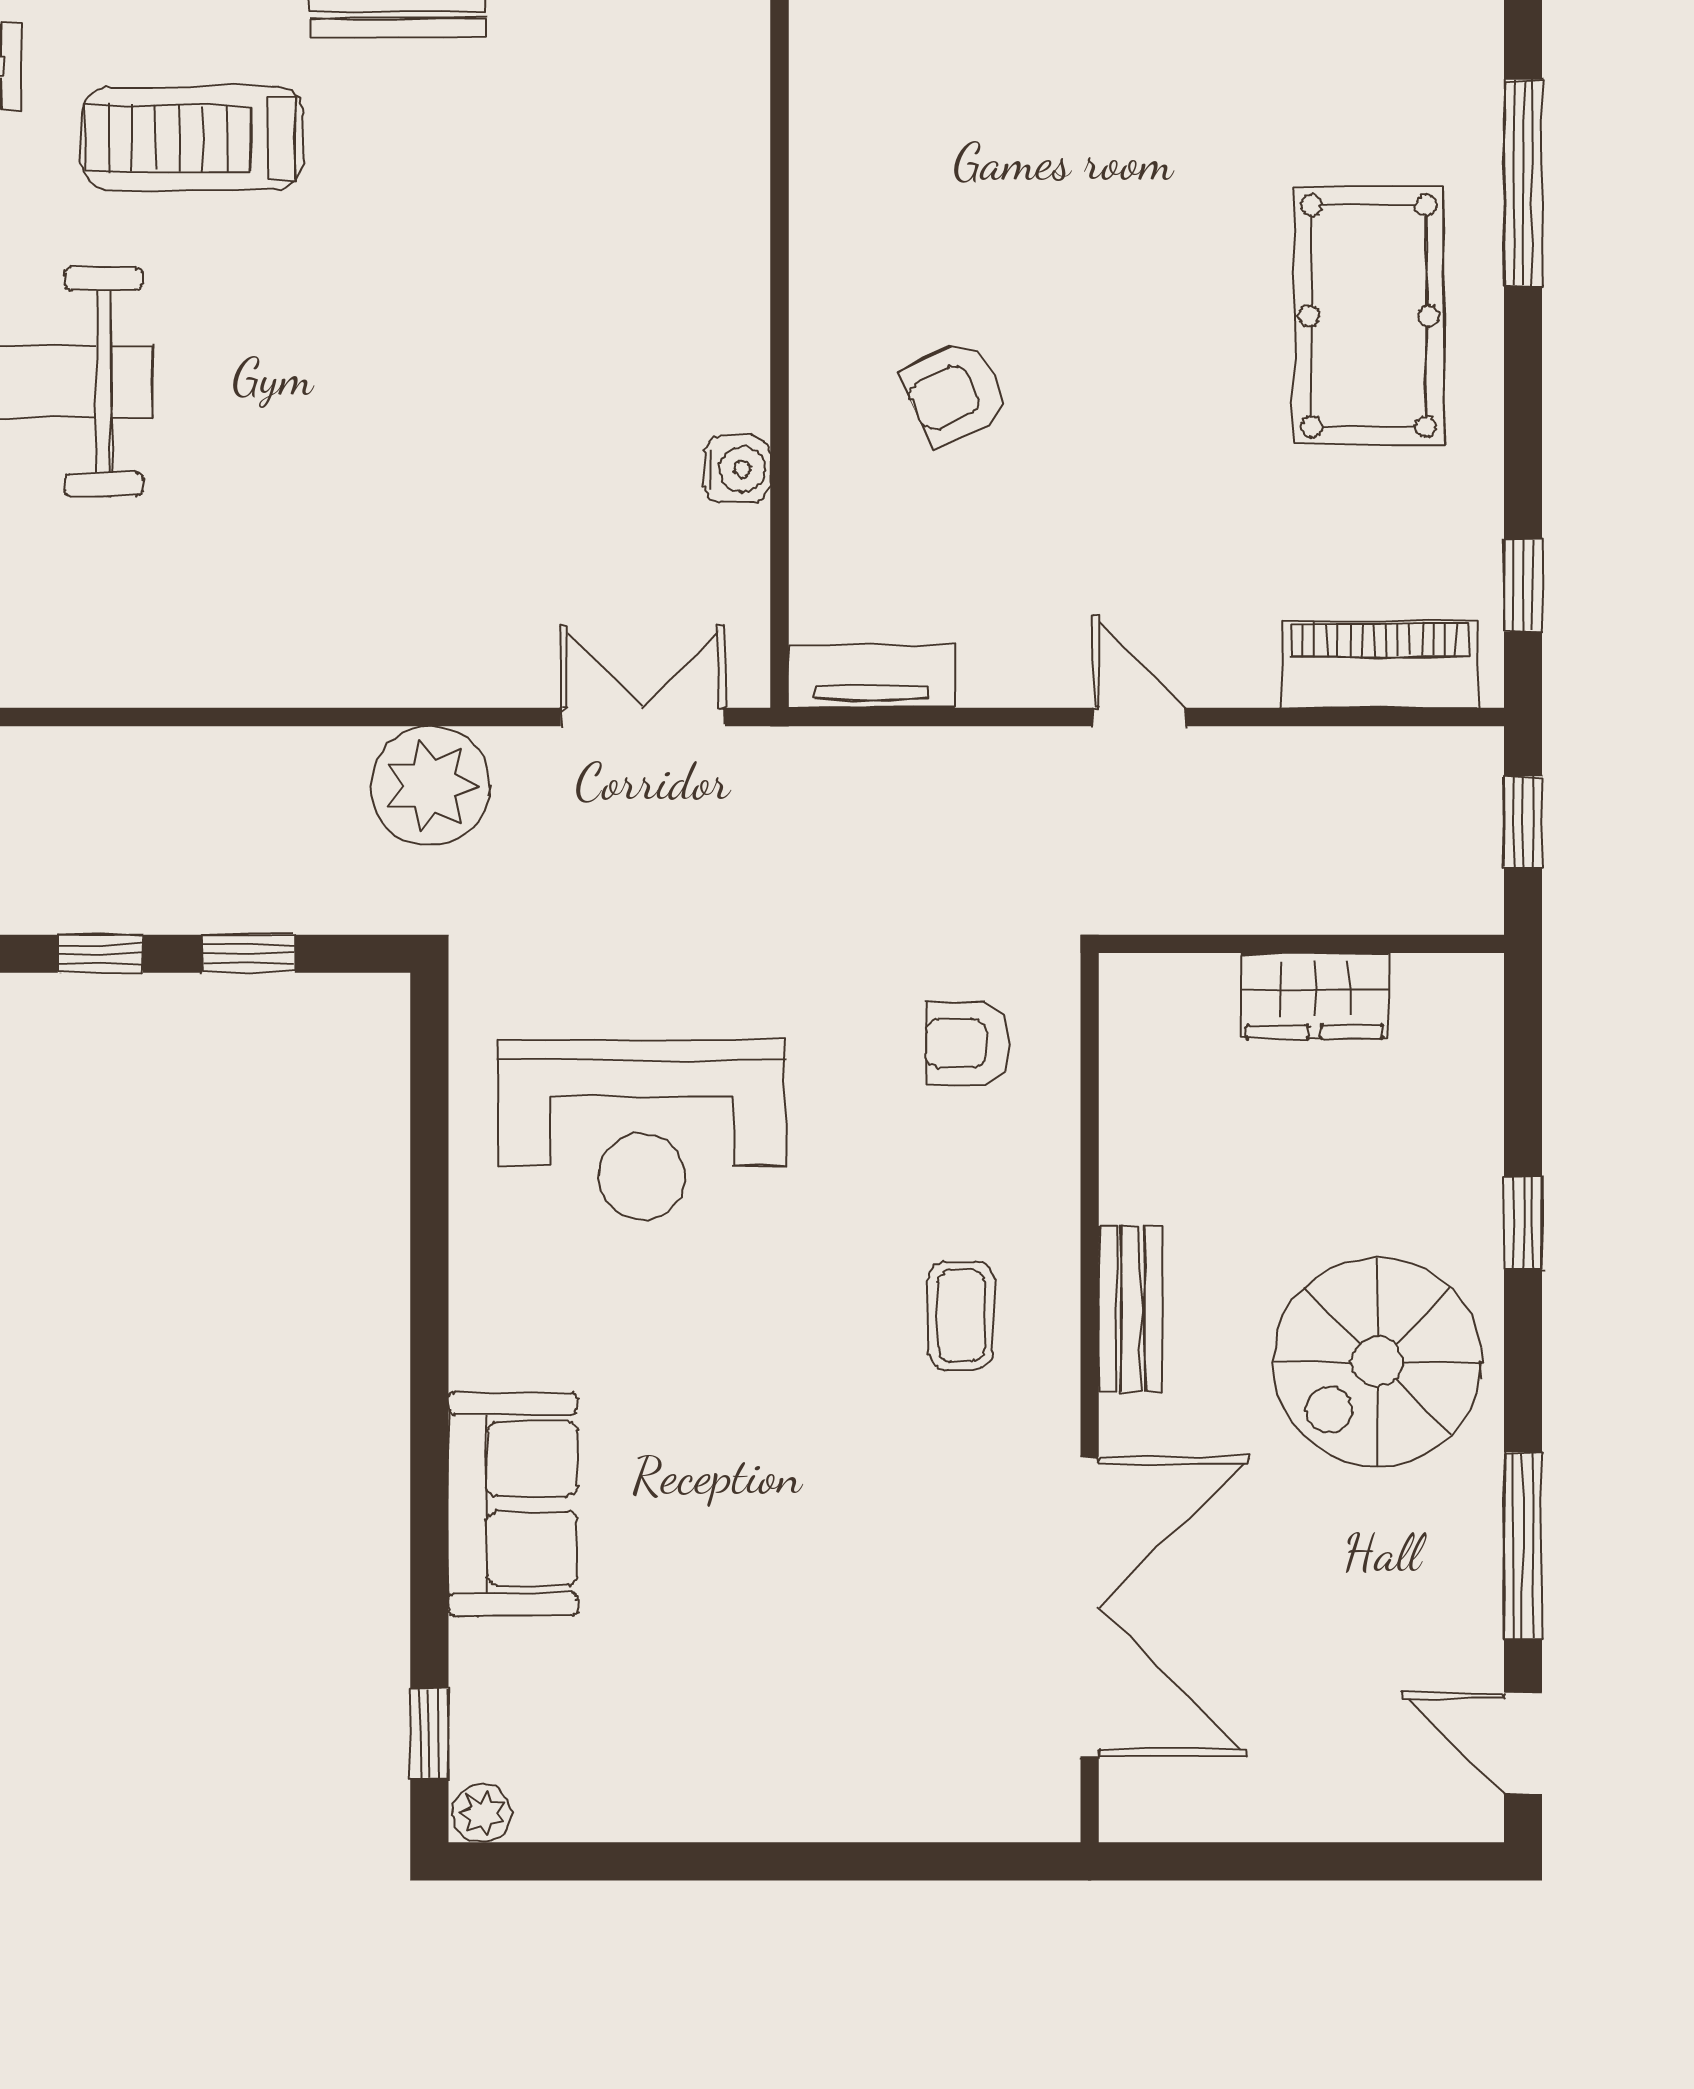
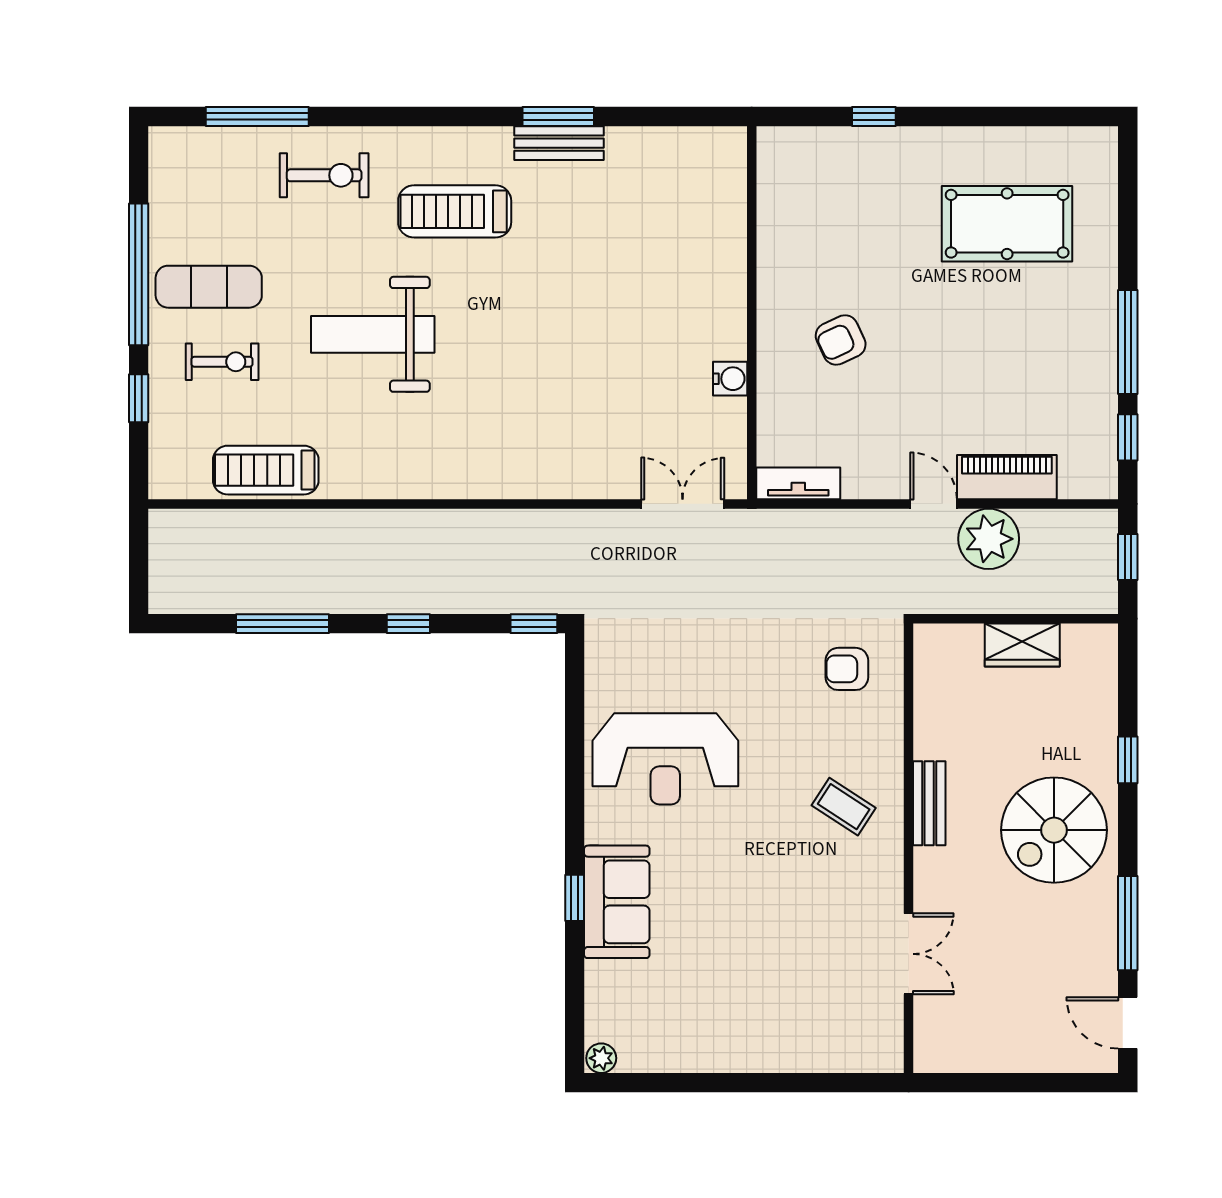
window: (1523, 183) -> (1128, 342), moved
pool table: (1369, 316) -> (1007, 224), moved, turned 90
piano: (1380, 664) -> (1007, 477), moved
plant: (431, 786) -> (989, 539), moved
window: (248, 954) -> (534, 624), moved
reception desk: (642, 1129) -> (665, 759), moved
coffee table: (961, 1316) -> (844, 807), turned -57
double door: (1090, 1607) -> (909, 954), width x0.54
window: (429, 1734) -> (575, 898), moved

